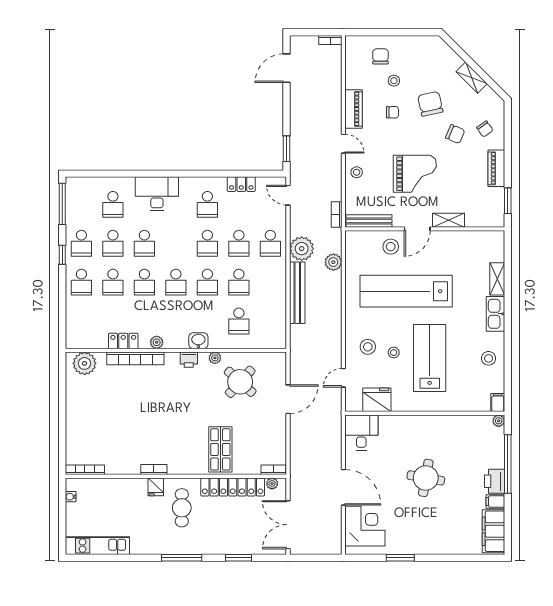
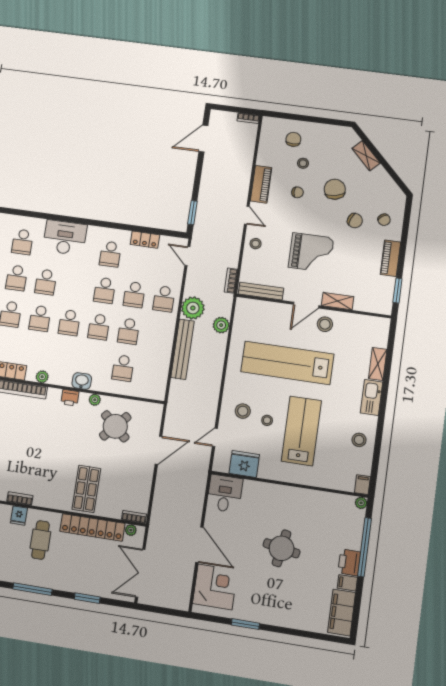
shelving: (472, 78) -> (366, 156), moved
stool: (391, 247) -> (325, 324), moved

